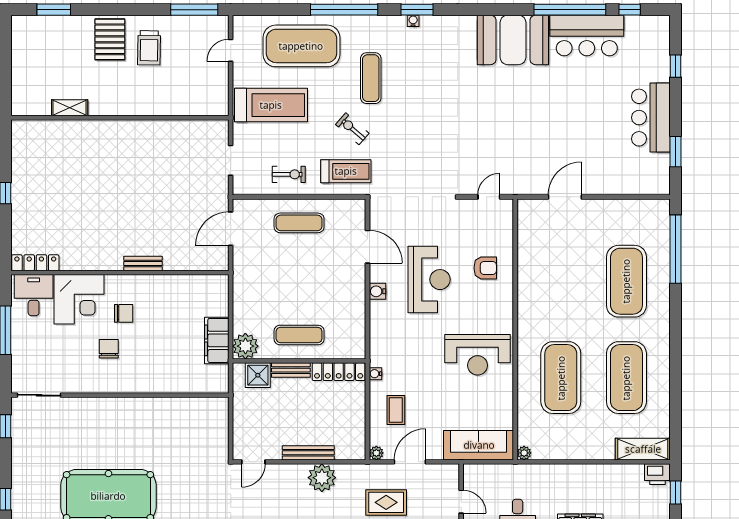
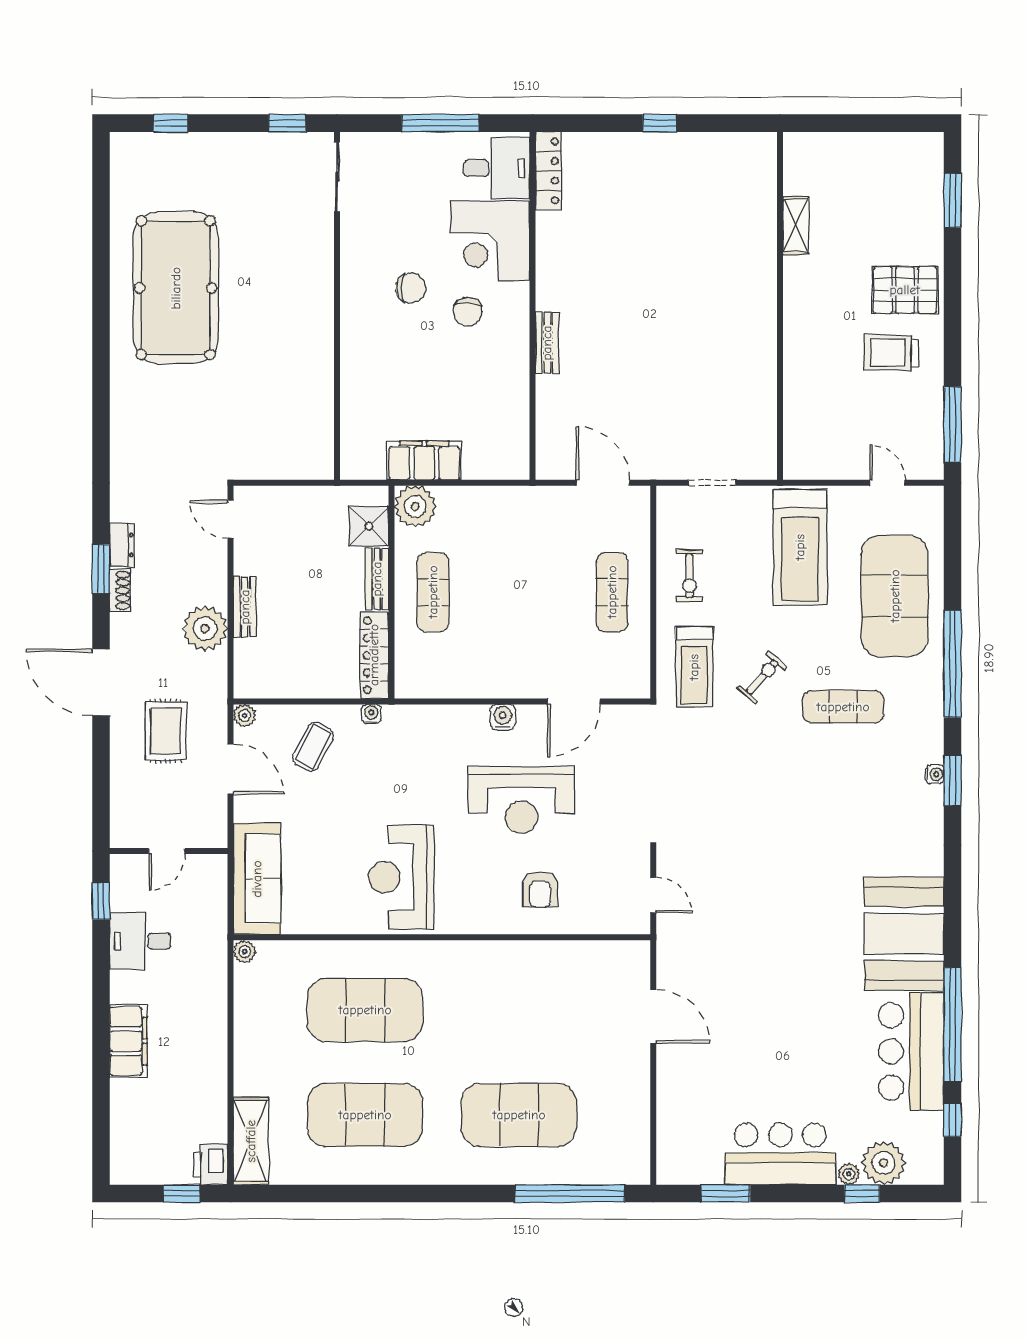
plant: (657, 53) -> (884, 1163), added
plant: (663, 75) -> (849, 1174), added
coffee table: (396, 410) -> (313, 747), turned -62
bench: (308, 453) -> (245, 607), width x0.73

